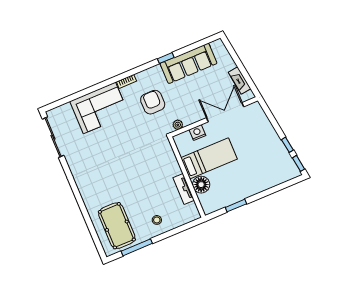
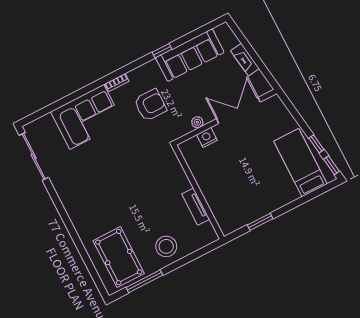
fireplace: (240, 80) -> (245, 60), moved
armchair: (153, 102) -> (150, 105), turned 90
plant: (178, 125) -> (197, 122), moved
bed: (209, 158) -> (300, 163), moved, turned -90
floor lamp: (201, 185) -> (216, 200), removed
stool: (157, 220) -> (166, 246), width x1.89, depth x1.89

